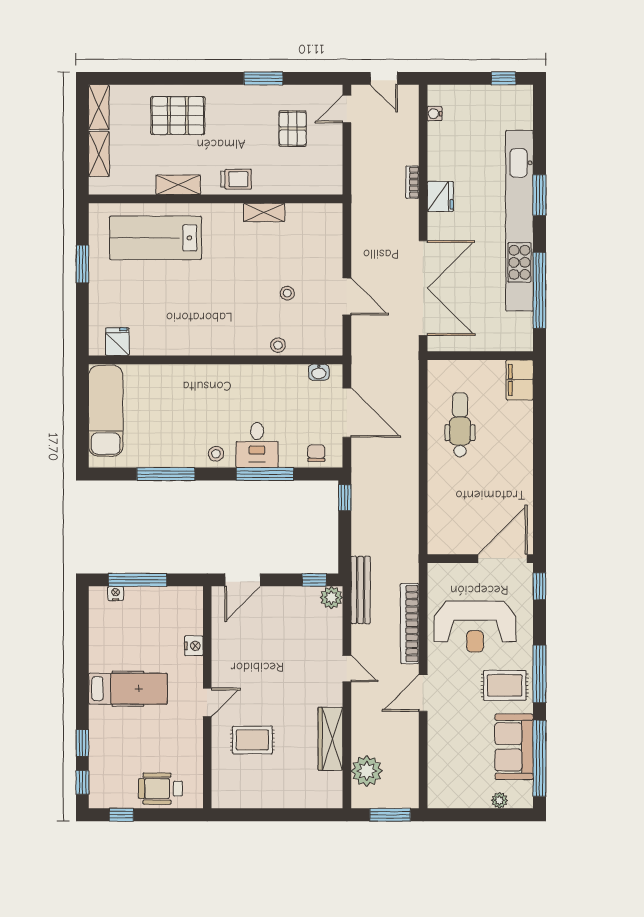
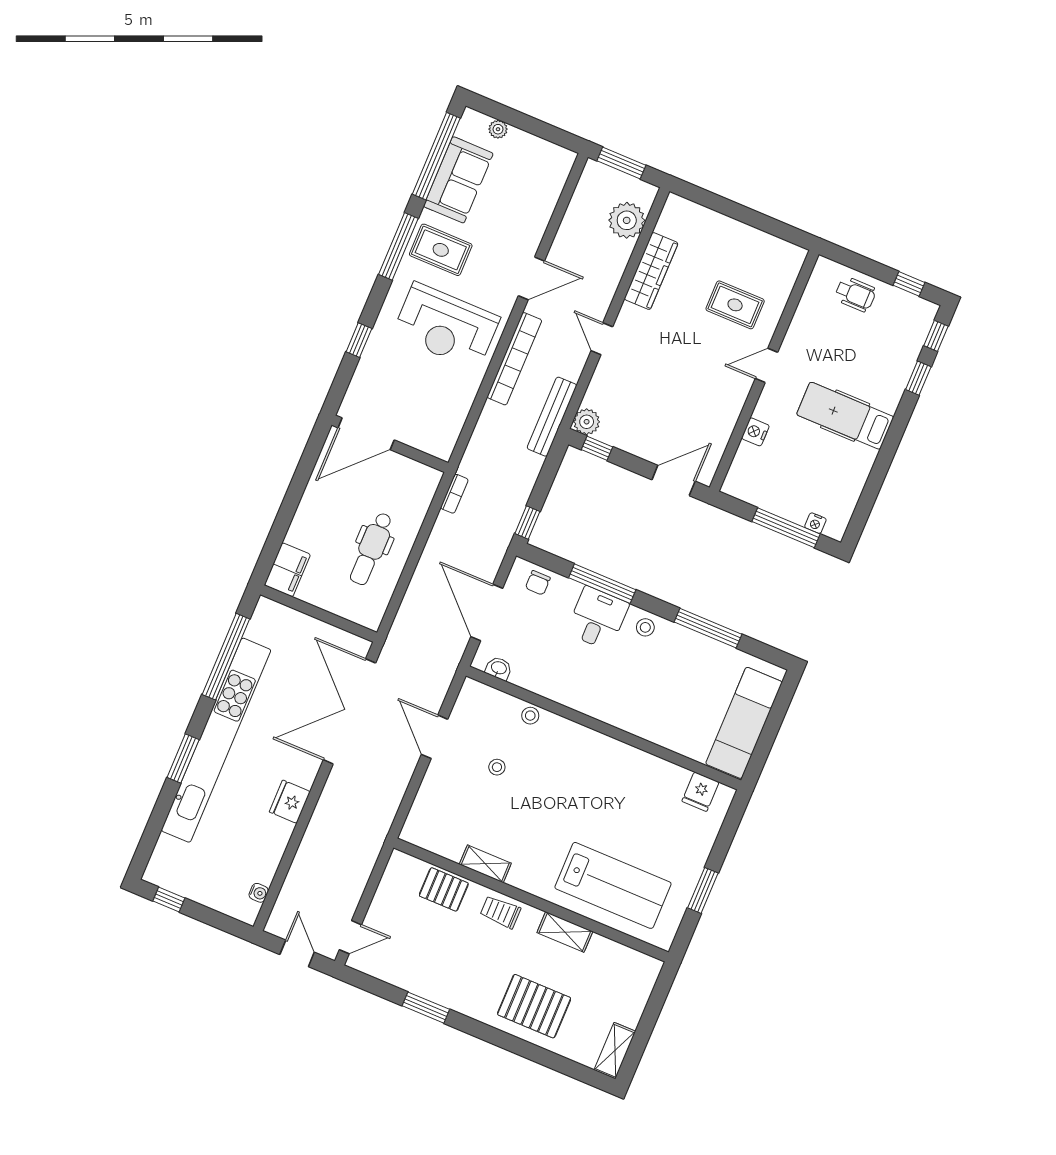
pallet: (293, 129) -> (444, 889), moved, turned 90
shelving: (99, 154) -> (636, 1001), removed
bookcase: (412, 182) -> (454, 494), moved
wall: (480, 559) -> (390, 444), moved
door: (502, 559) -> (366, 434), moved
reception desk: (475, 626) -> (446, 326), turned 180
wheelchair: (160, 789) -> (855, 294), width x0.73, depth x0.73

